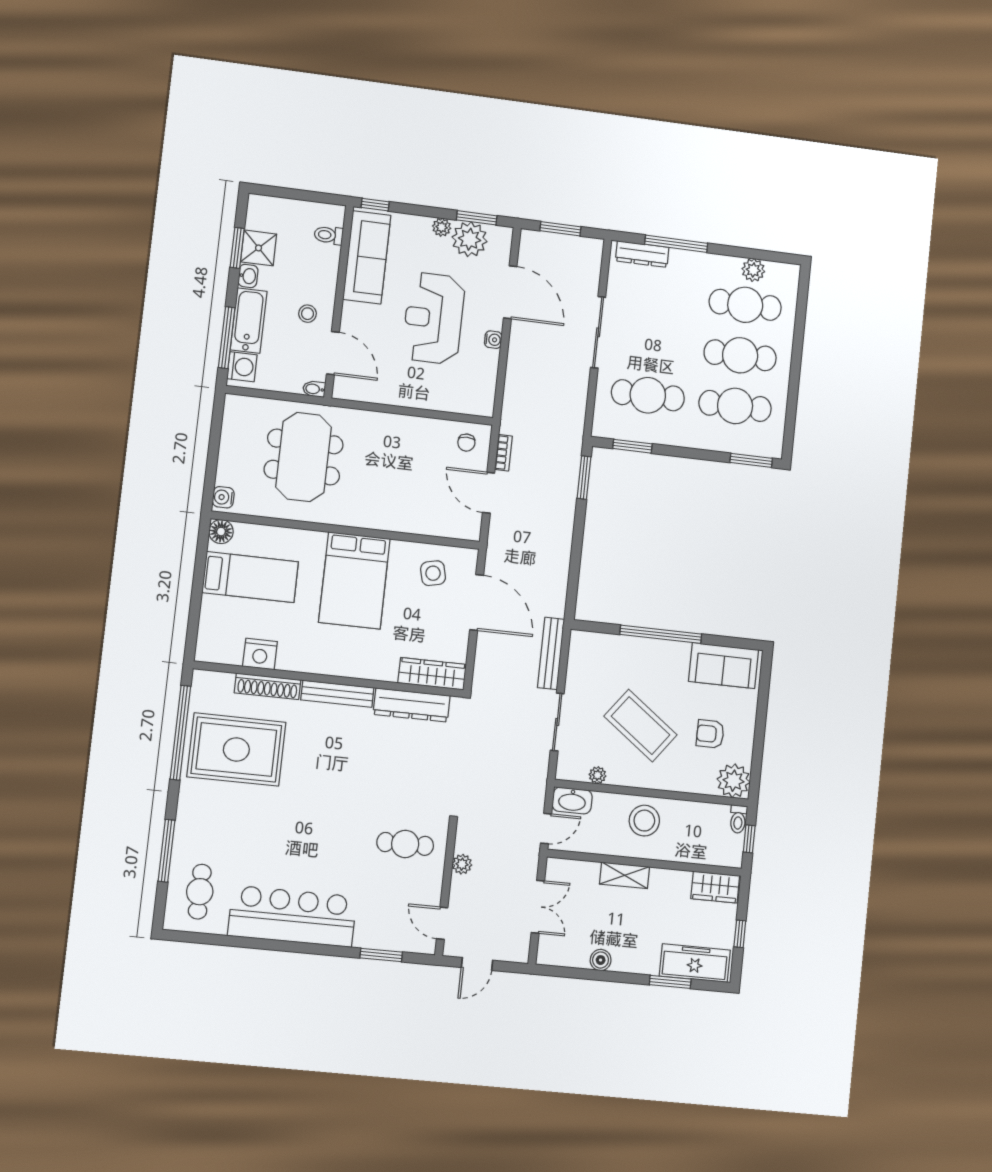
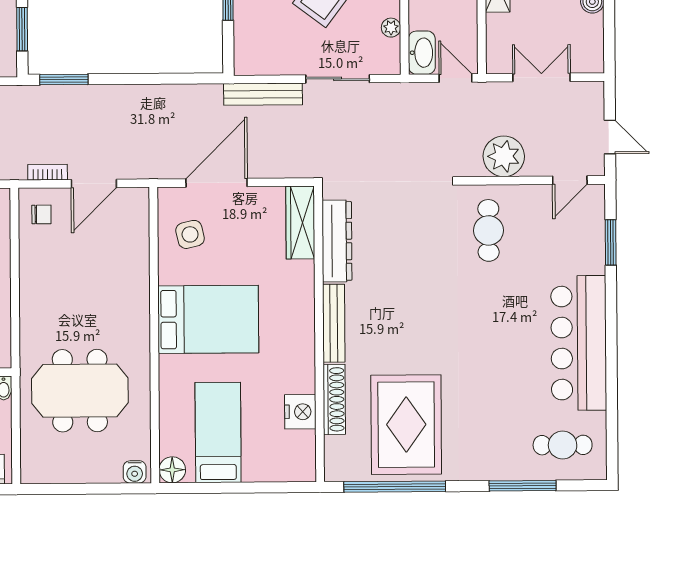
plant: (462, 864) -> (504, 156), width x1.88, depth x1.88

